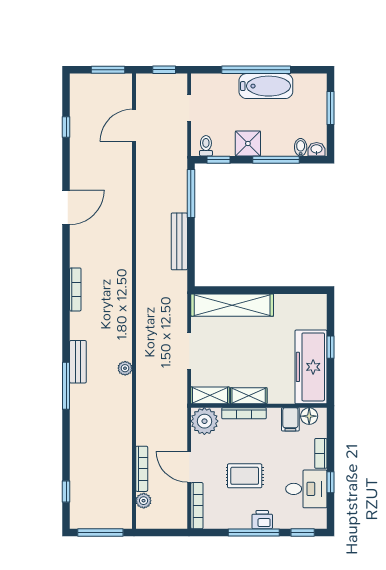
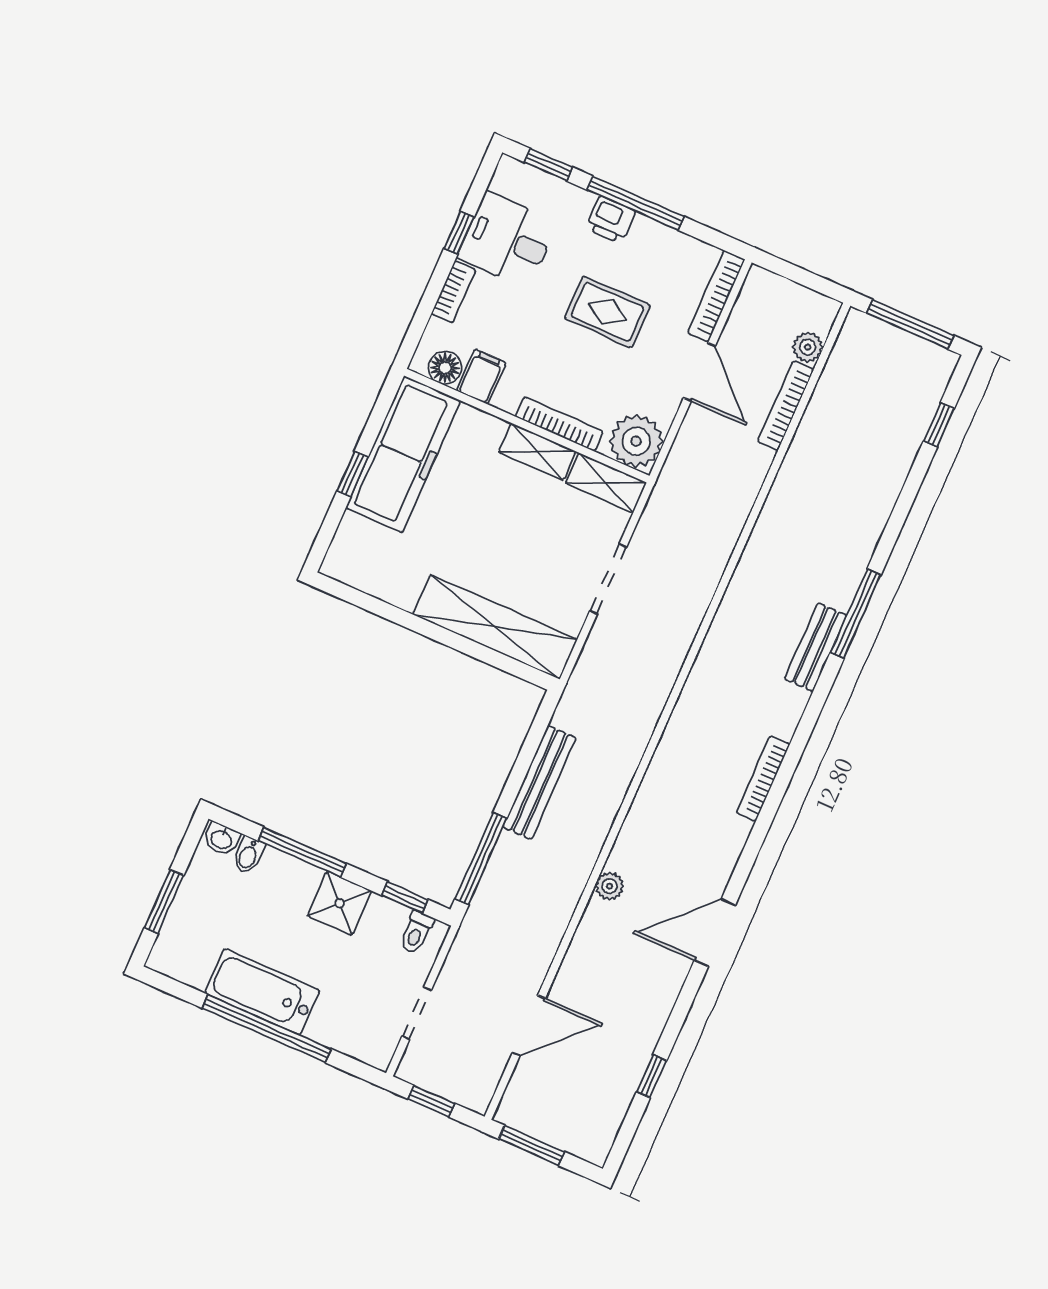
plant: (125, 368) -> (610, 886), moved

